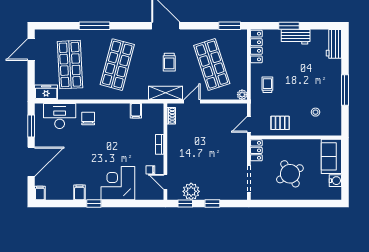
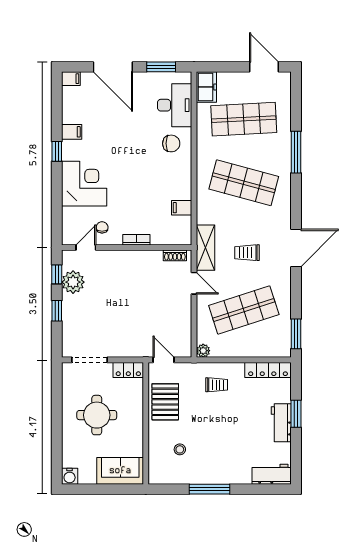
pallet: (280, 123) -> (165, 402), width x1.50, depth x1.42
round table: (290, 174) -> (97, 415), turned 30
water cooler: (335, 181) -> (70, 476), moved

